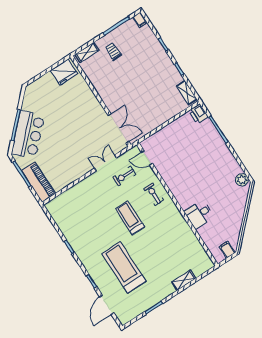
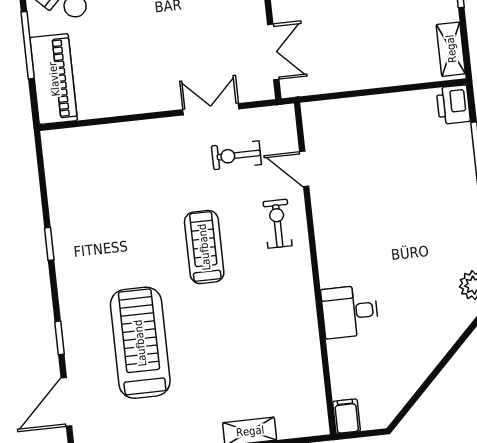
double door: (118, 128) -> (273, 52), width x0.73
door: (147, 158) -> (304, 169), moved
filing cabinet: (227, 250) -> (347, 416), moved

